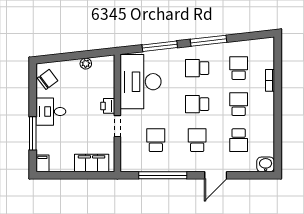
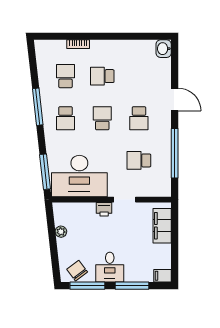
window: (160, 46) -> (45, 172), moved
school desk: (239, 68) -> (66, 76), turned 90
window: (33, 89) -> (87, 286), added
school desk: (197, 104) -> (102, 118), turned 180
school desk: (197, 140) -> (139, 118), turned -90
school desk: (239, 140) -> (139, 76), removed

